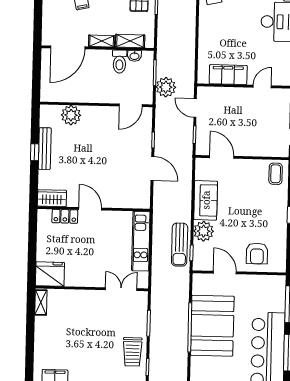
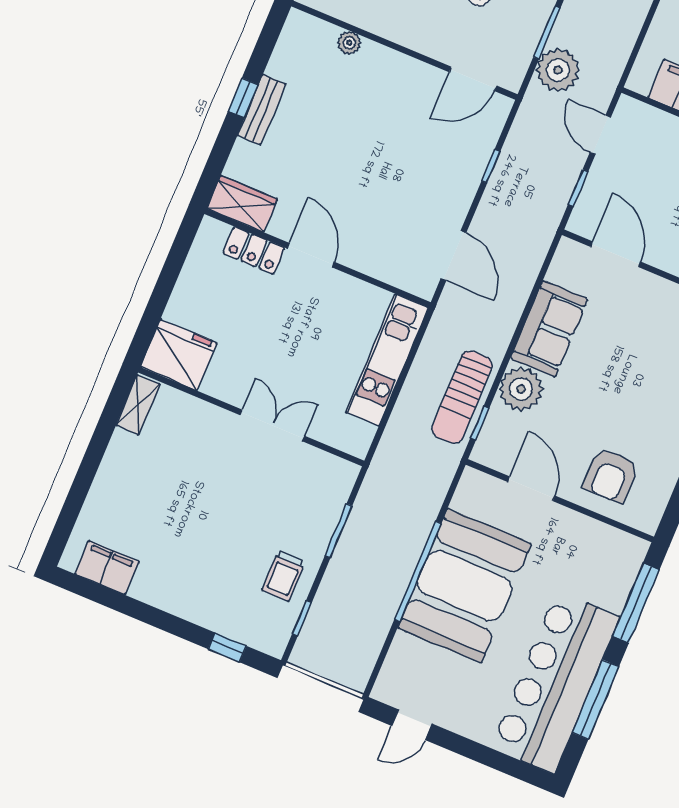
plant: (71, 115) -> (349, 43), width x0.53, depth x0.53
bench: (45, 149) -> (262, 110), width x0.73
door: (152, 168) -> (453, 256), moved
double door: (121, 289) -> (272, 425), moved
trolley: (132, 352) -> (284, 576), width x0.73, depth x0.72

